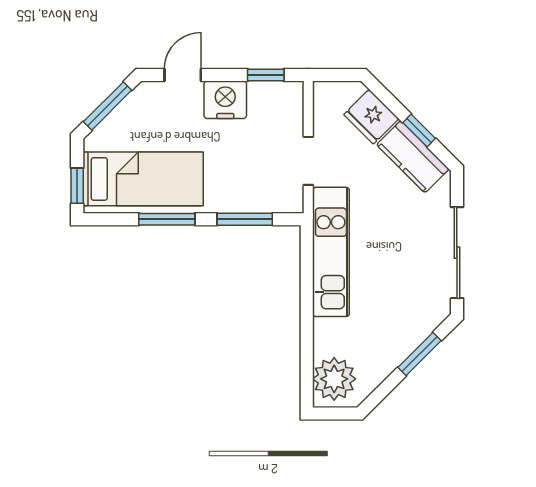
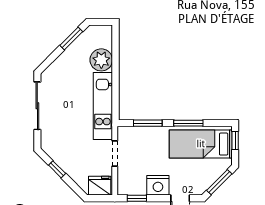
fridge: (371, 117) -> (100, 186), moved, turned -45
kitchen counter: (413, 157) -> (60, 156), removed
window: (420, 354) -> (71, 38), moved
plant: (334, 379) -> (101, 60), moved

